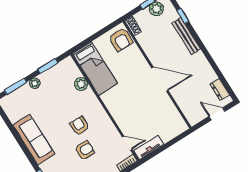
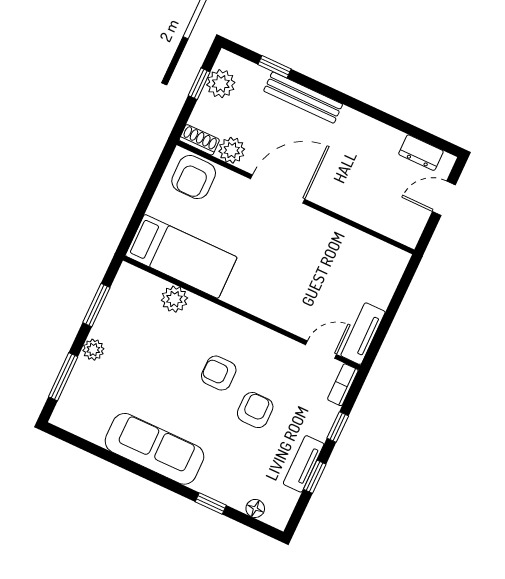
plant: (143, 39) -> (232, 150), added
armchair: (121, 40) -> (194, 177), turned 90
door: (160, 79) -> (278, 189), moved

